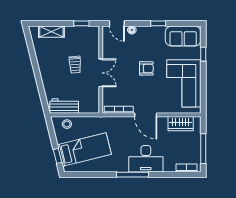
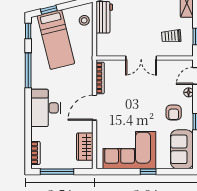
window: (203, 54) -> (148, 172), moved
trolley: (75, 65) -> (171, 36), moved
armchair: (146, 68) -> (174, 112), moved
window: (77, 175) -> (28, 31), added
window: (132, 175) -> (28, 70), moved

